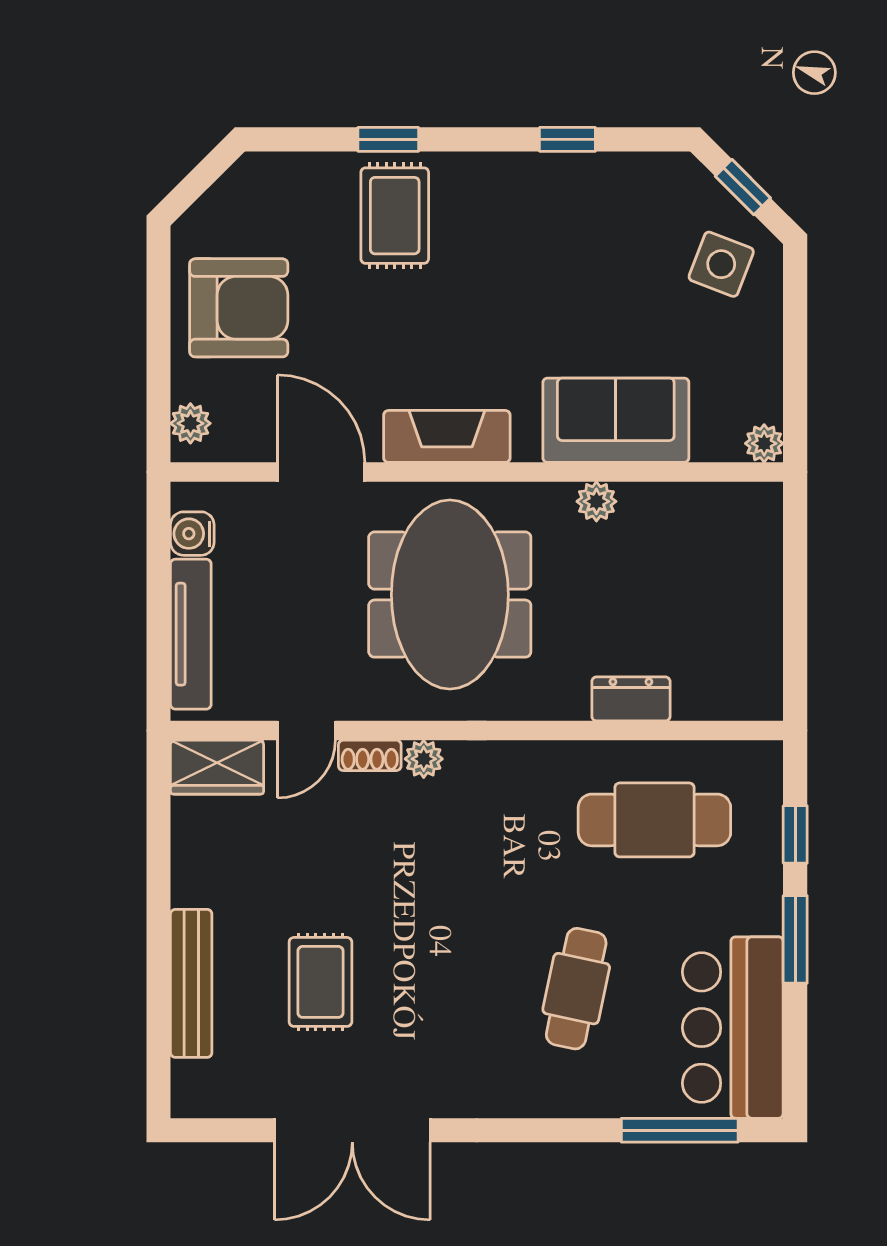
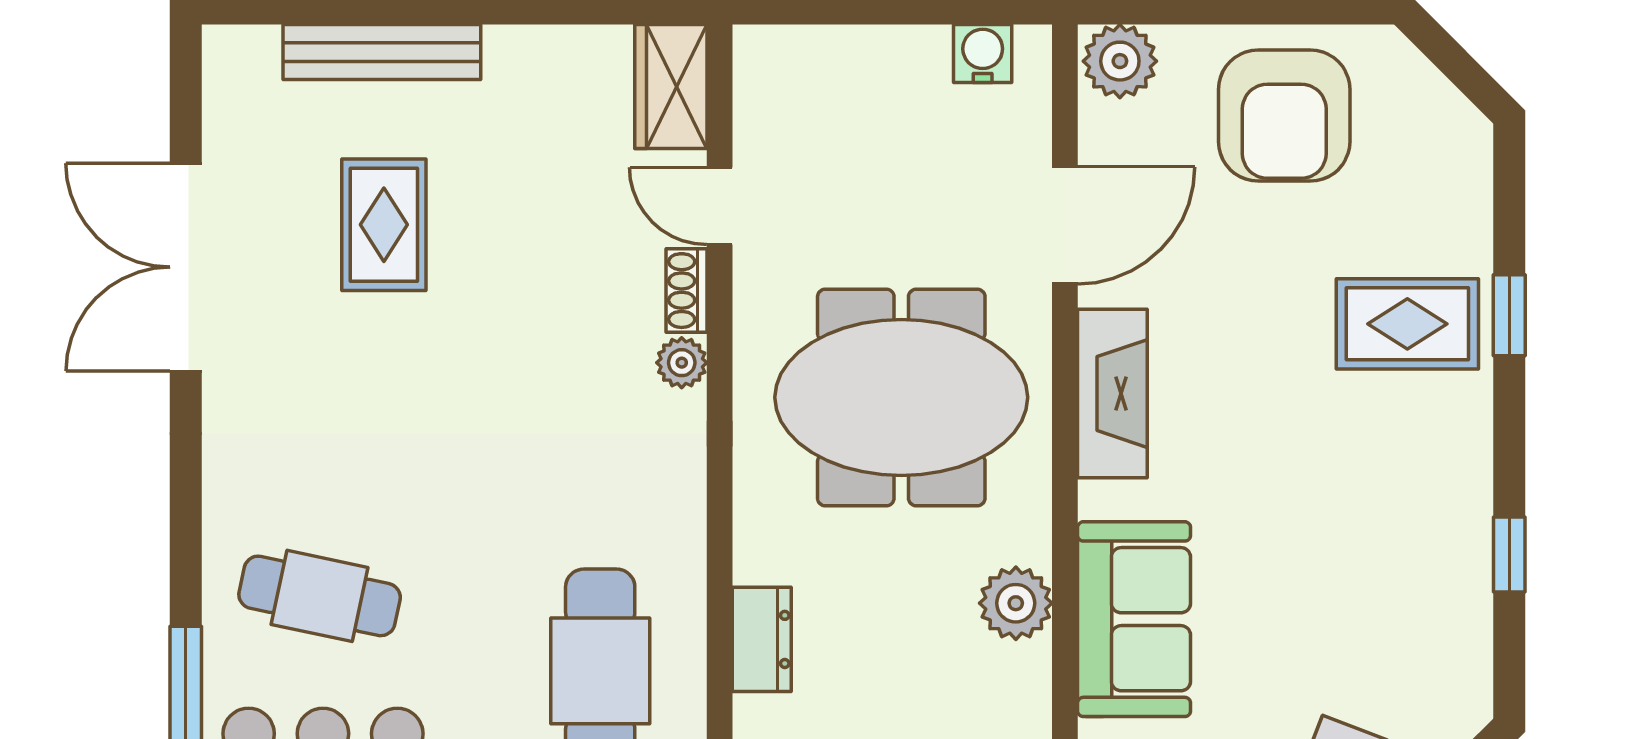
plant: (190, 423) -> (1120, 61), width x1.38, depth x1.38
plant: (596, 501) -> (1016, 603), width x1.38, depth x1.38
tv unit: (191, 634) -> (848, 52), removed
rug: (320, 982) -> (384, 225), turned 90
cafe table: (576, 989) -> (320, 596), moved

